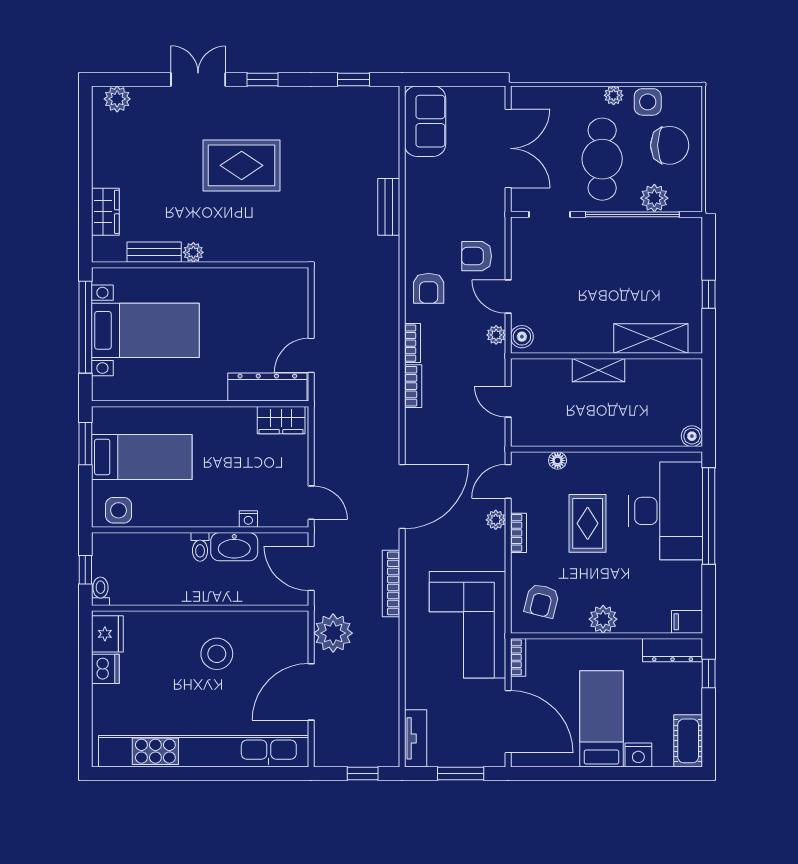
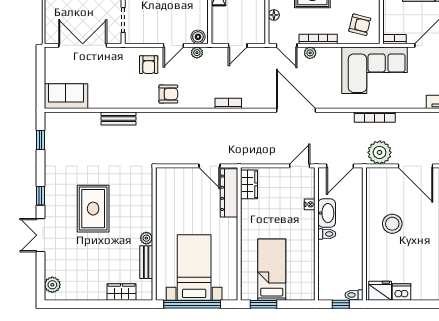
bookcase: (412, 343) -> (202, 104), removed
side table: (119, 510) -> (304, 284), removed
bookcase: (519, 533) -> (318, 39), width x1.56
bookcase: (391, 583) -> (375, 117), moved

